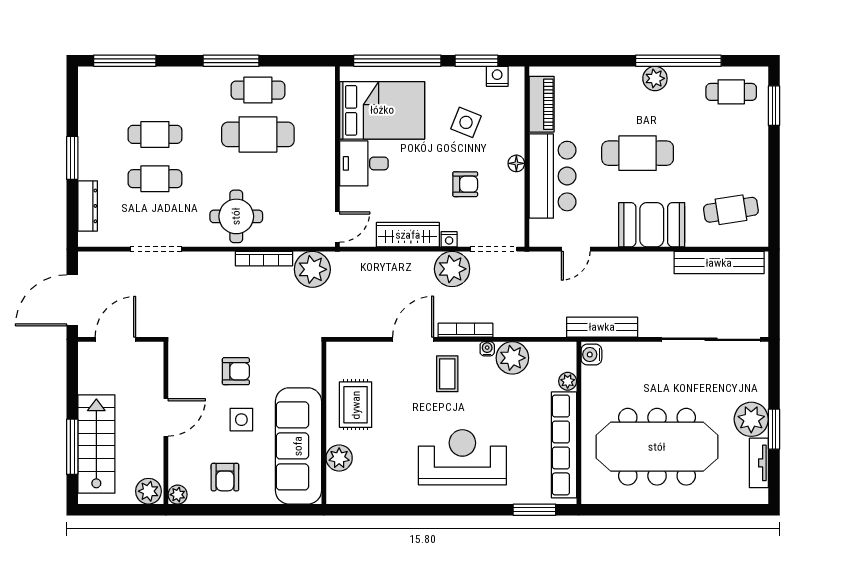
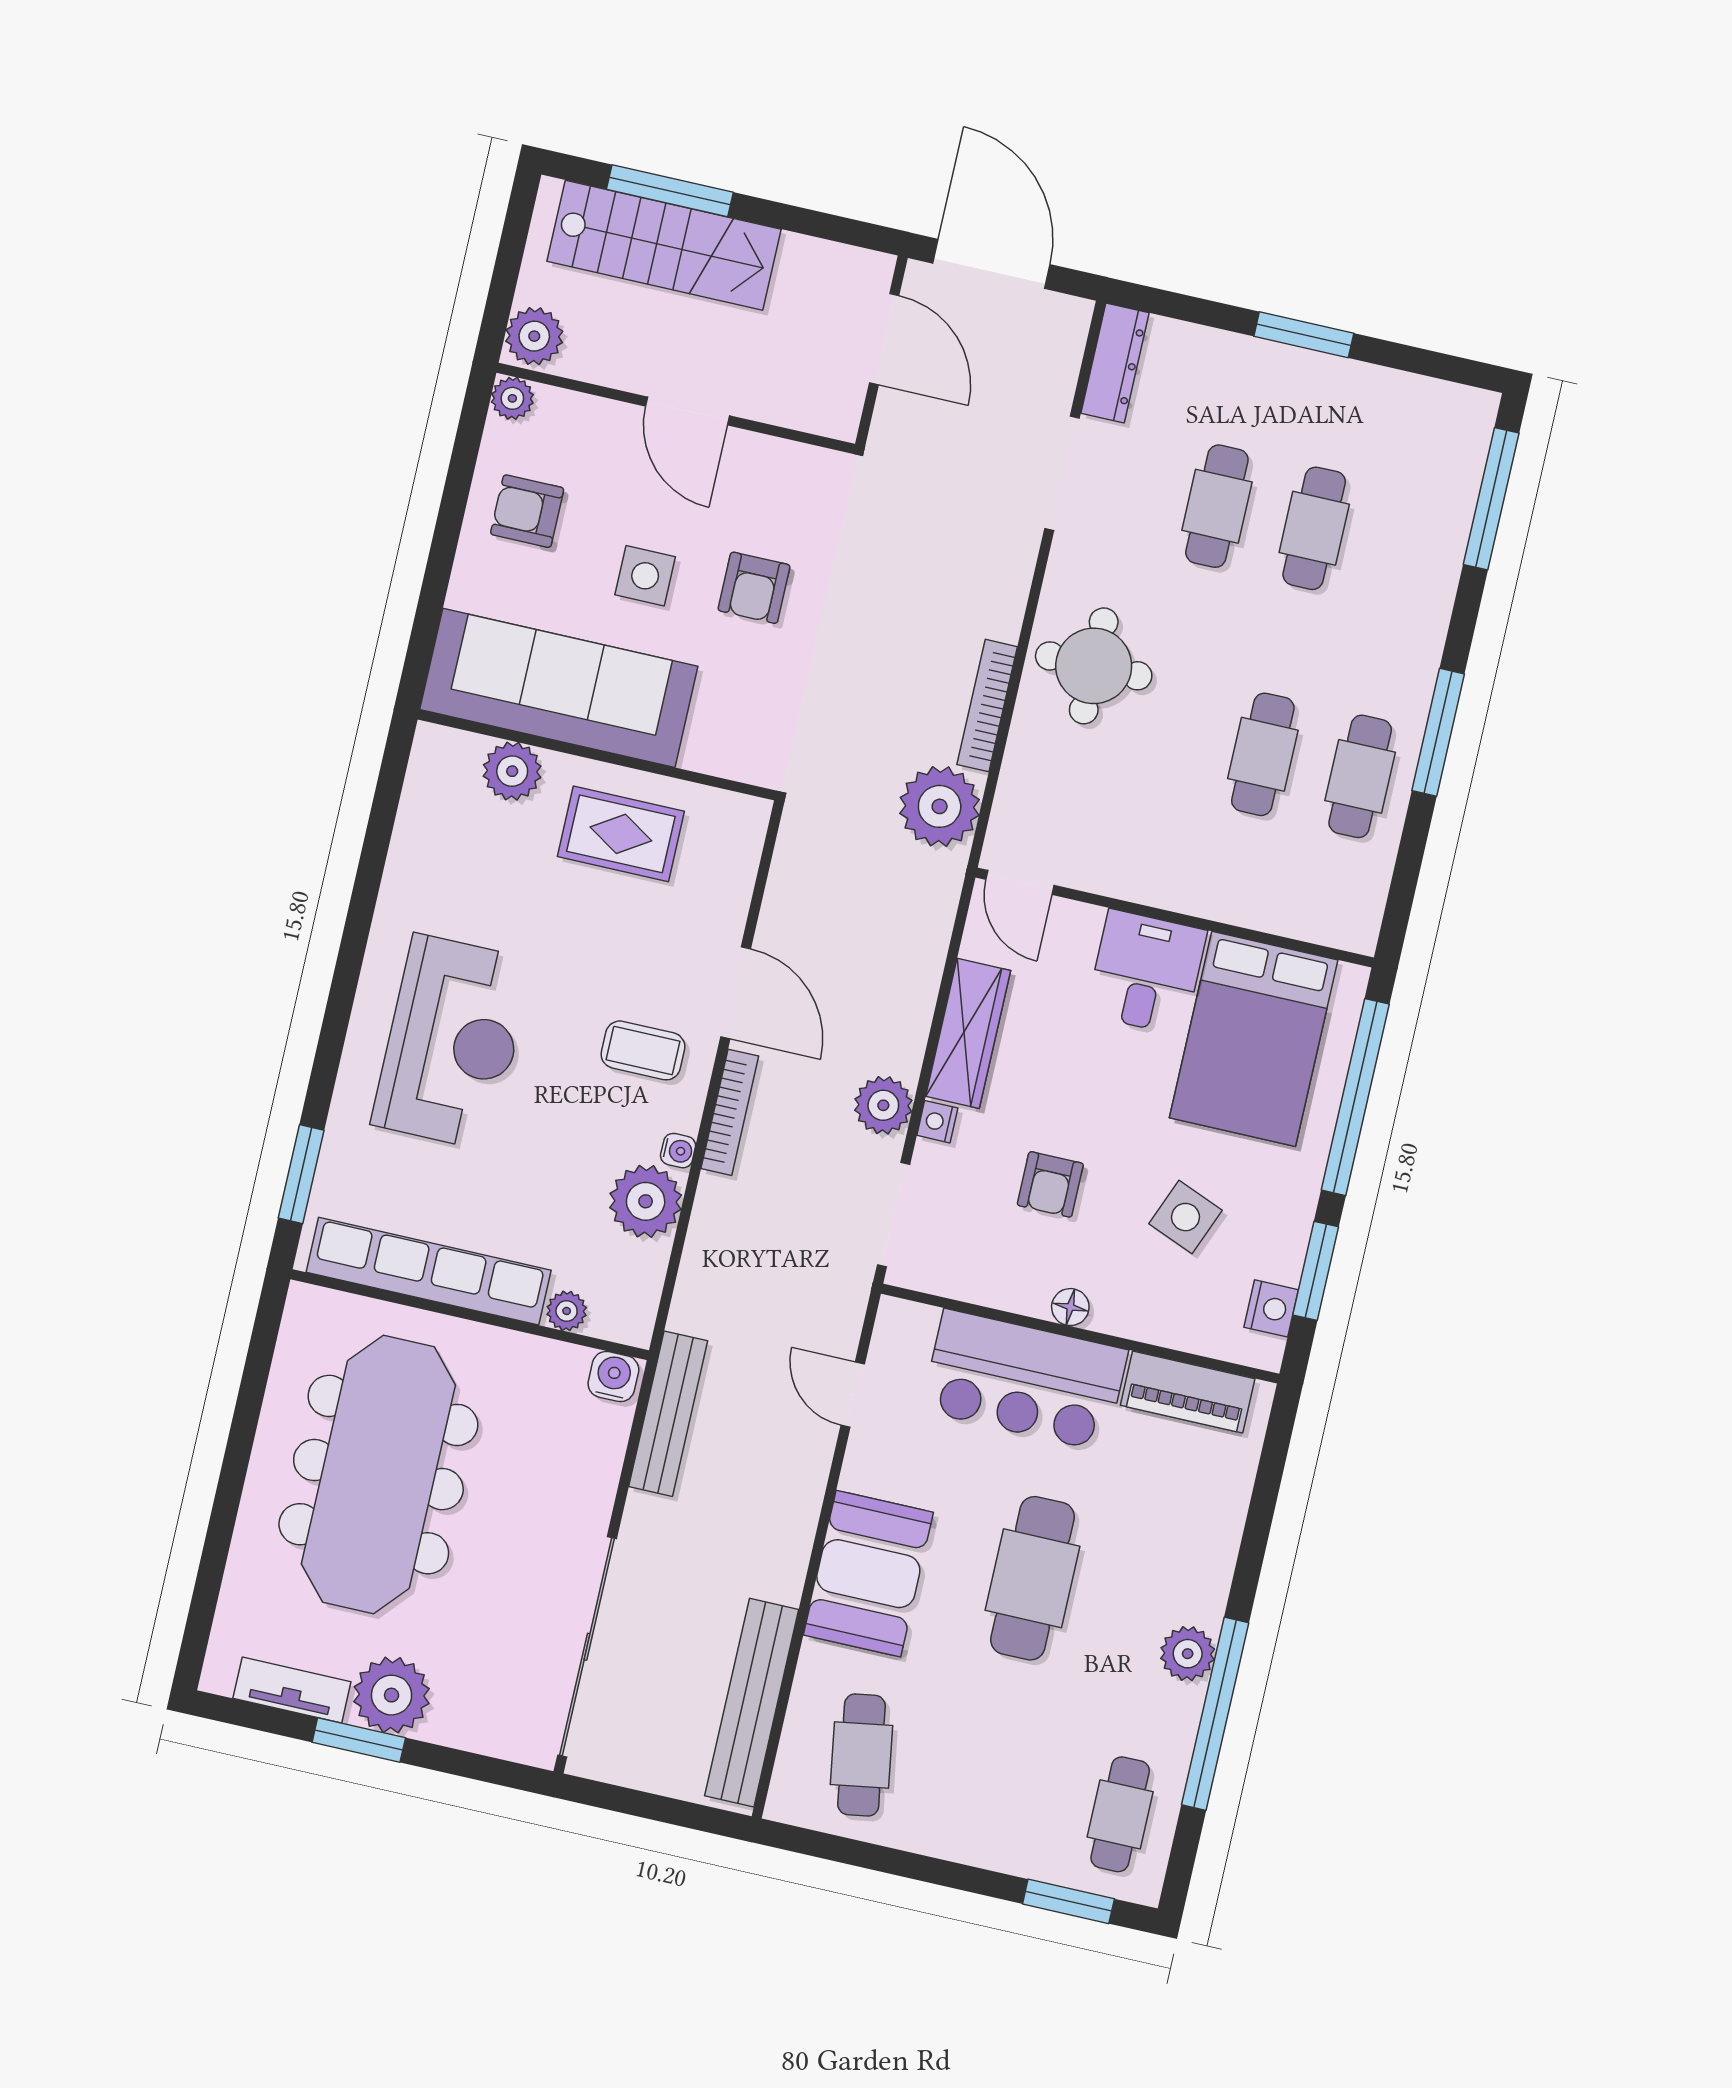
cafe table: (258, 134) -> (1263, 754), width x0.73, depth x0.74
dresser: (88, 206) -> (1115, 363), moved, turned -90
plant: (452, 269) -> (883, 1105), width x0.73, depth x0.73

